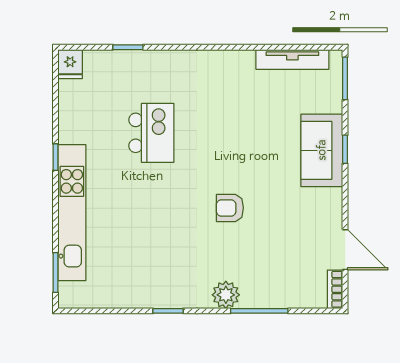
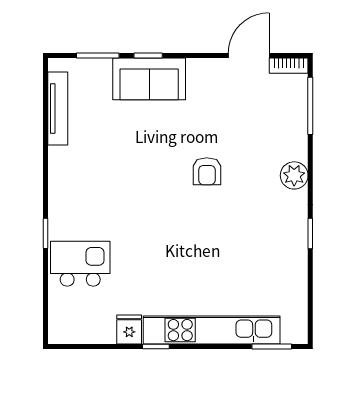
window: (128, 47) -> (45, 233), moved
fridge: (70, 64) -> (129, 330), moved, turned -90
window: (345, 78) -> (98, 56), moved
kitchen island: (151, 133) -> (80, 264), moved
window: (259, 311) -> (310, 106), moved

